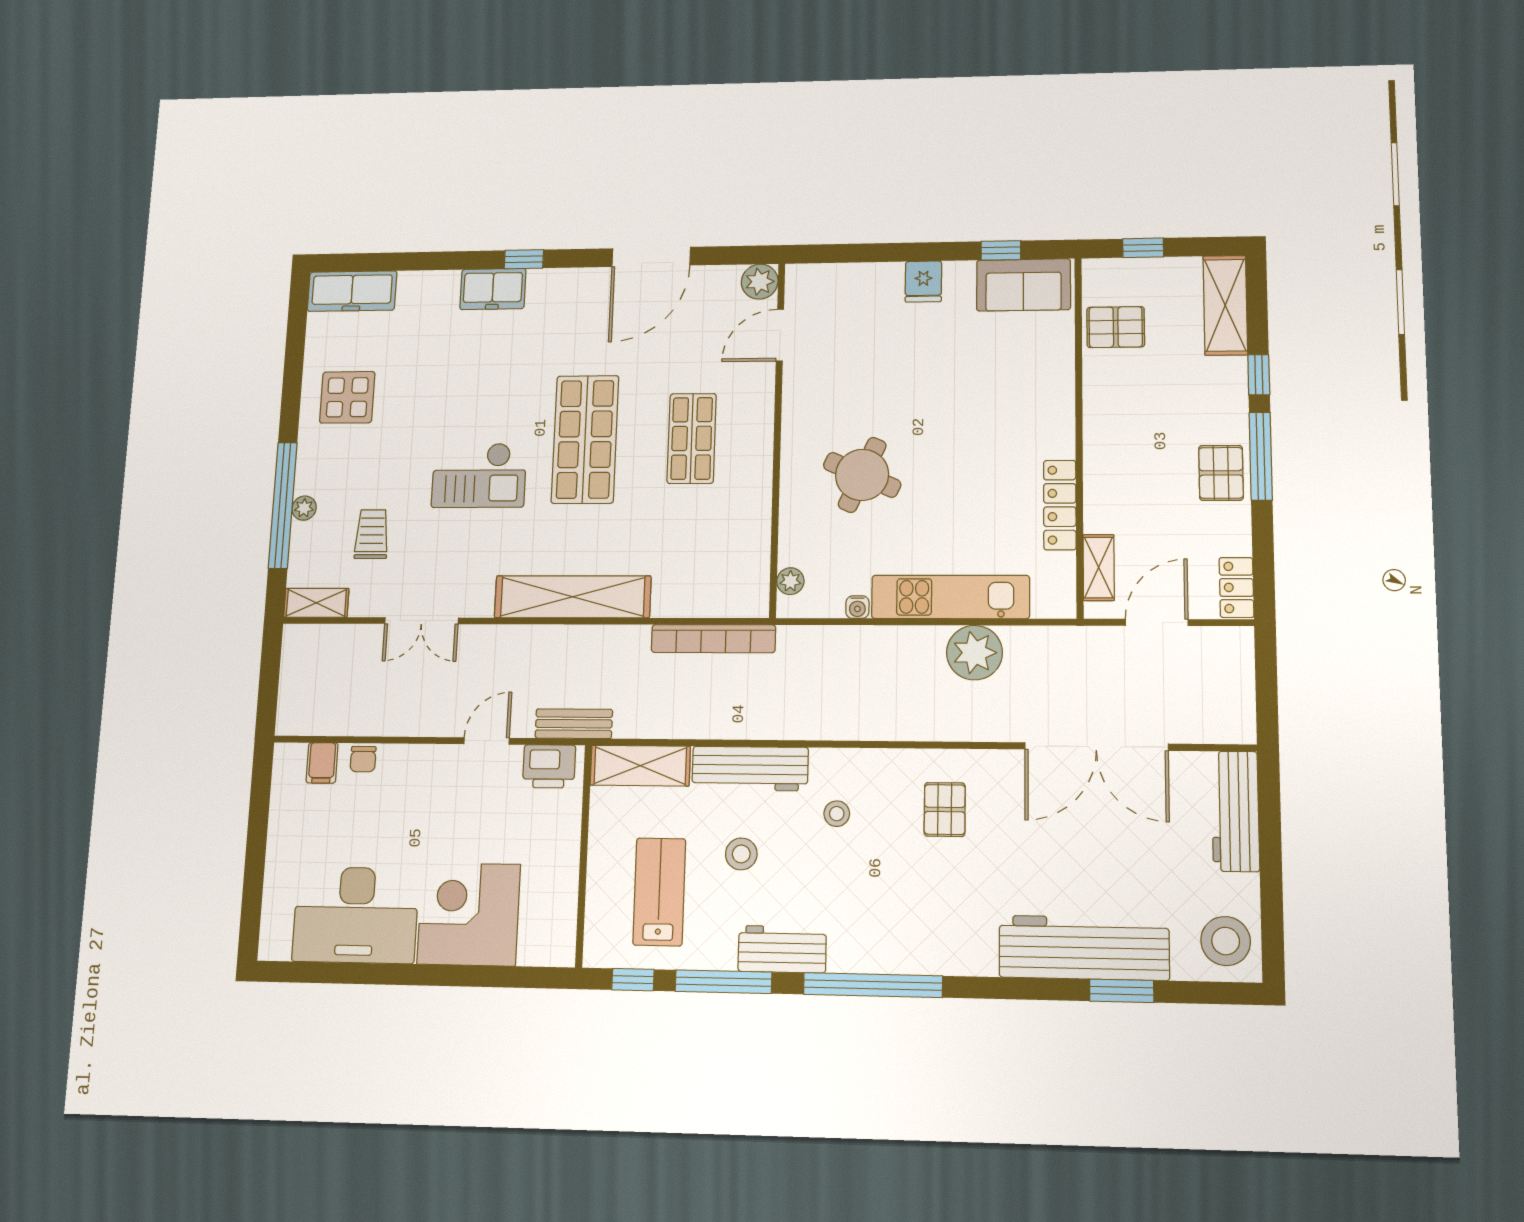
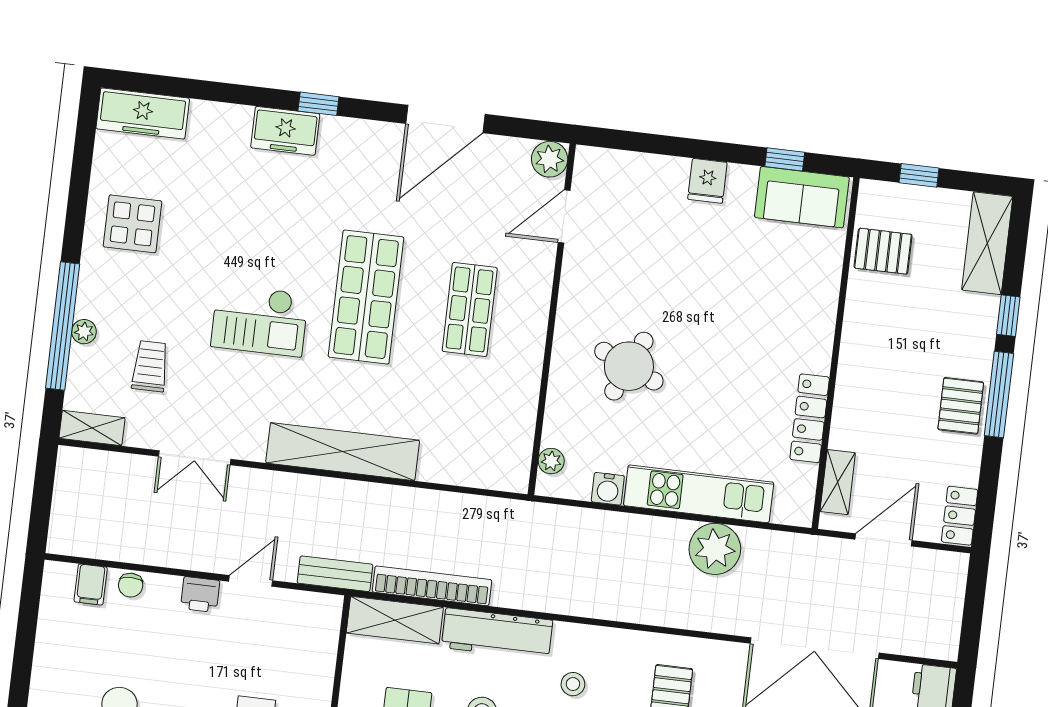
water cooler: (857, 607) -> (608, 489), width x1.38, depth x1.38
bookcase: (713, 639) -> (432, 586), moved, turned 180
printer: (549, 766) -> (200, 595), moved, width x0.73, depth x0.81

